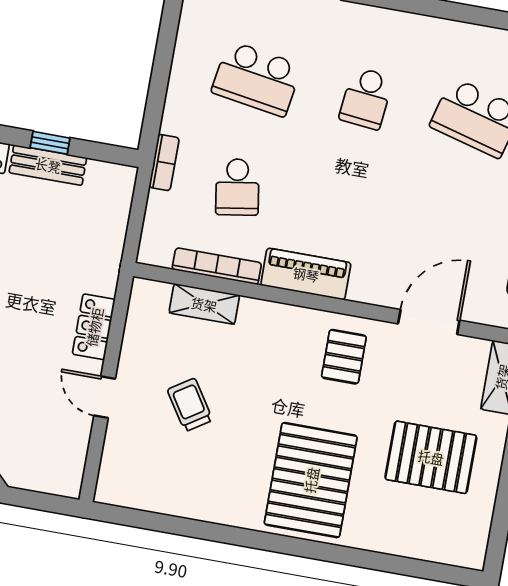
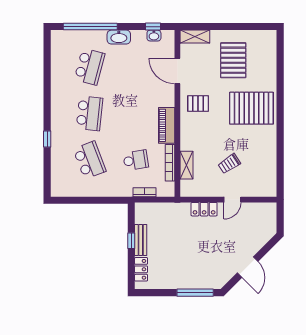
school desk: (257, 79) -> (90, 160), turned -30
school desk: (366, 98) -> (90, 113), width x1.85
bookcase: (164, 162) -> (145, 192), moved

